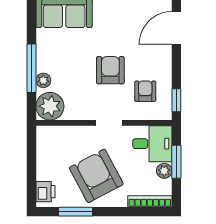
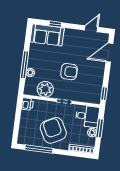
armchair: (110, 70) -> (69, 72), turned 90
armchair: (145, 91) -> (87, 86), removed
plant: (50, 106) -> (45, 89), moved
printer: (45, 192) -> (27, 104), moved
window: (76, 212) -> (39, 149), width x1.44

